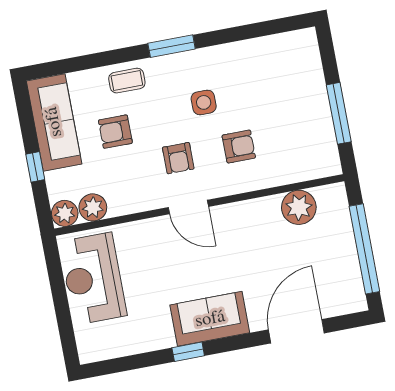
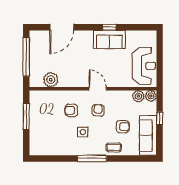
window: (172, 46) -> (92, 159), width x1.44
sofa: (210, 319) -> (109, 39), moved

